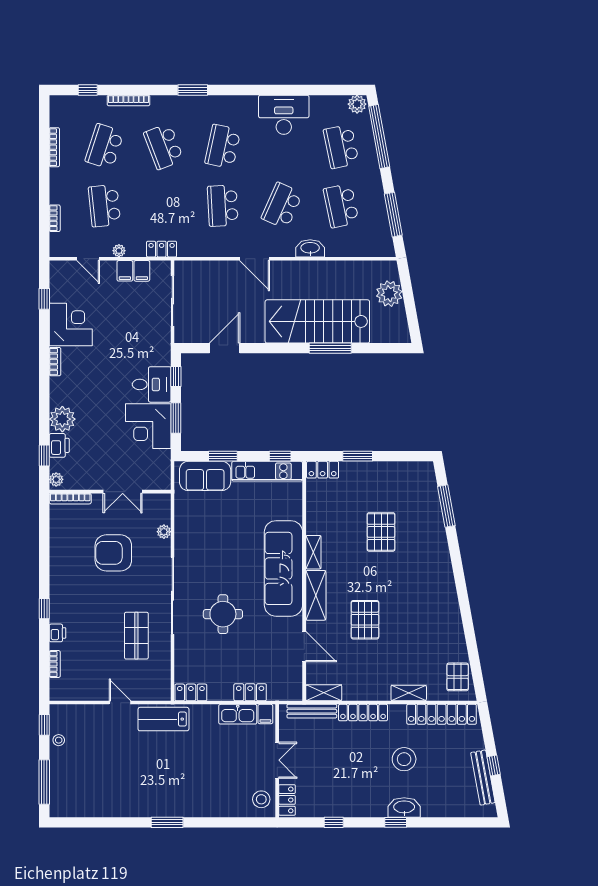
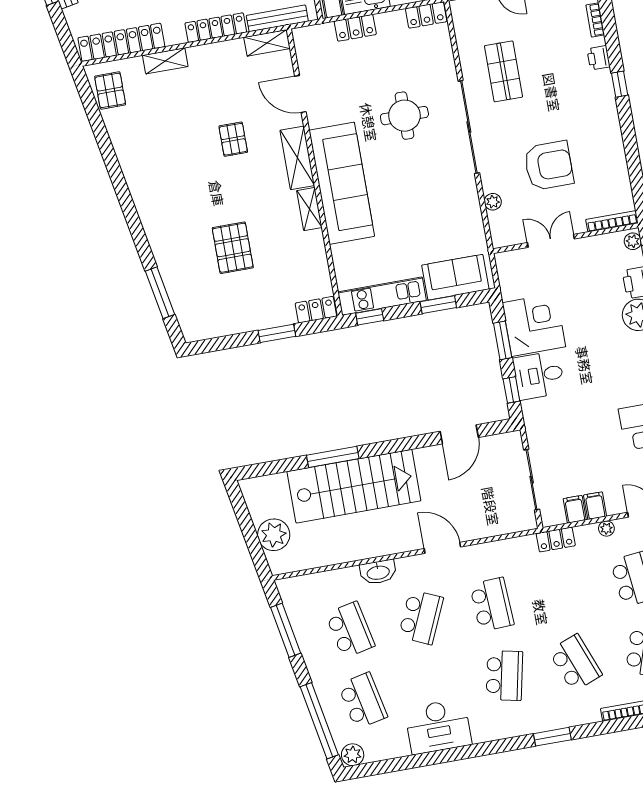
pallet: (365, 620) -> (233, 139), width x0.67, depth x0.71

